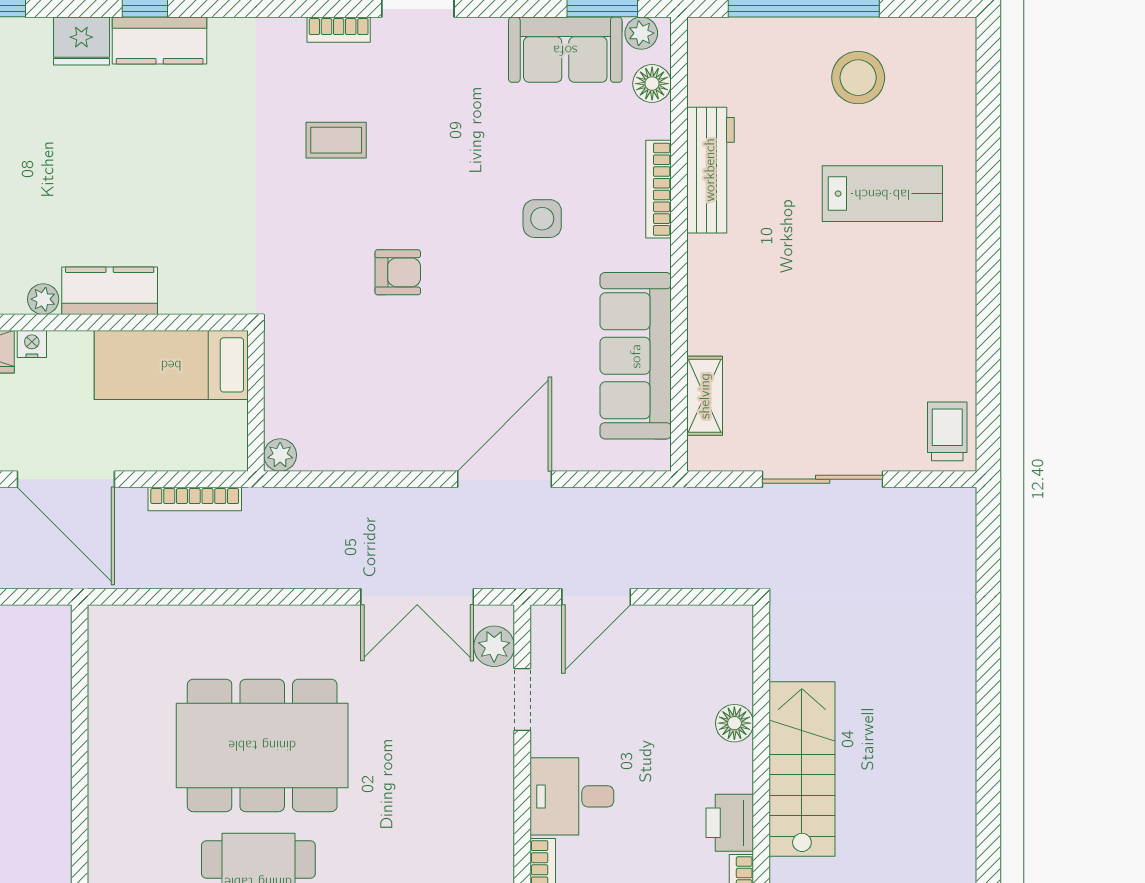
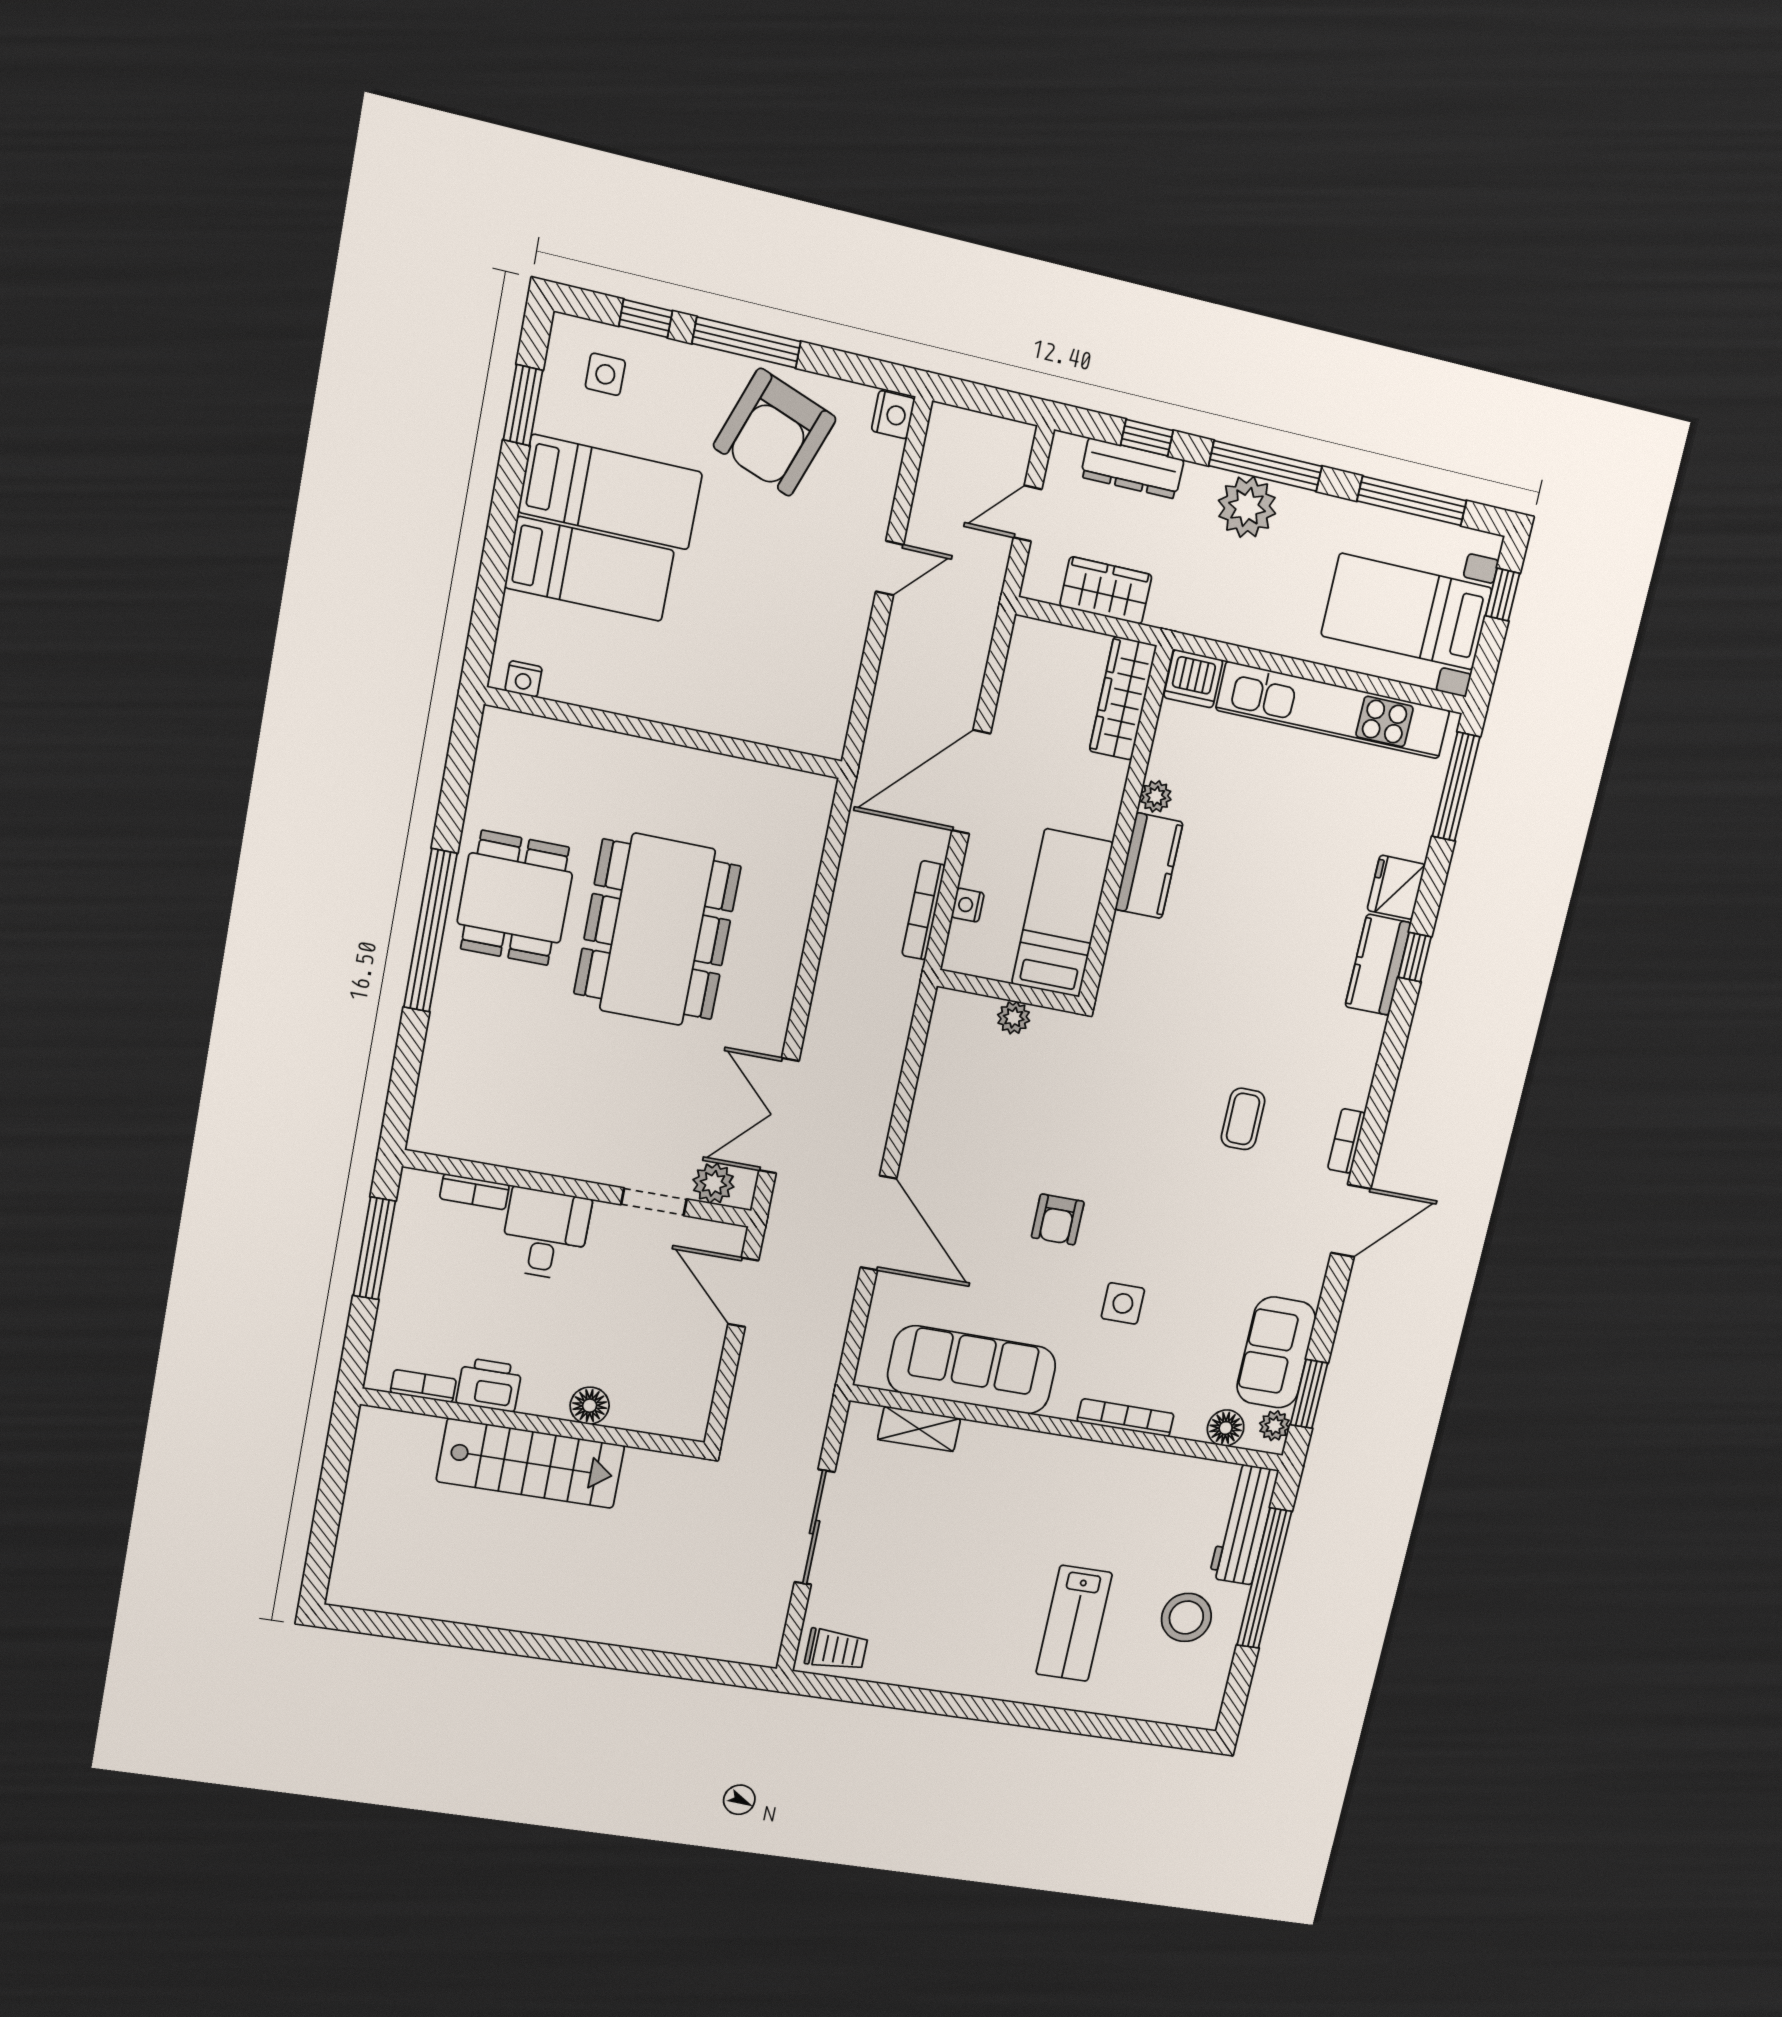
workbench: (710, 170) -> (1244, 1524), moved, turned 90
armchair: (398, 272) -> (1058, 1219), moved
nightstand: (32, 344) -> (968, 905), moved, turned 180
plant: (280, 455) -> (1014, 1018), moved

